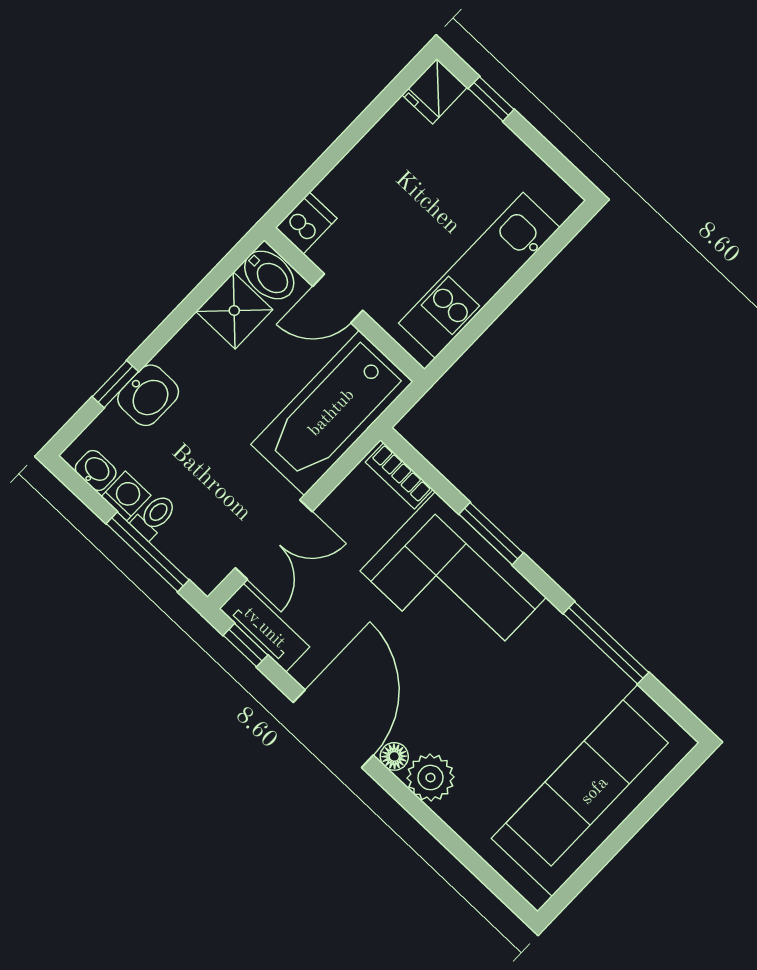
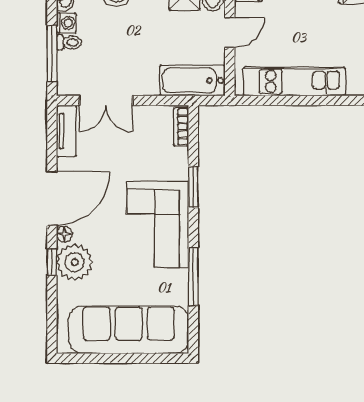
door: (338, 298) -> (230, 33), swing flipped
bathtub: (332, 413) -> (193, 80), width x0.73, depth x0.73
corner sofa: (453, 584) -> (158, 224), moved
window: (245, 645) -> (52, 262), moved
plant: (430, 778) -> (75, 262), width x1.36, depth x1.36

